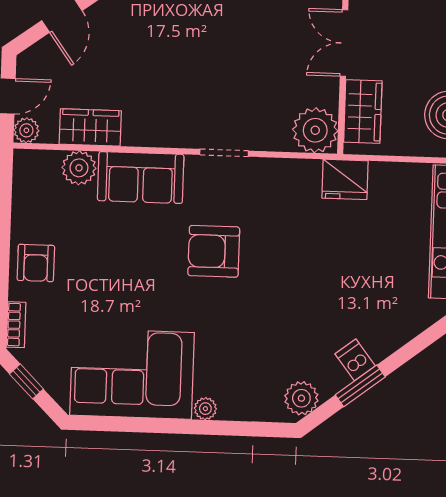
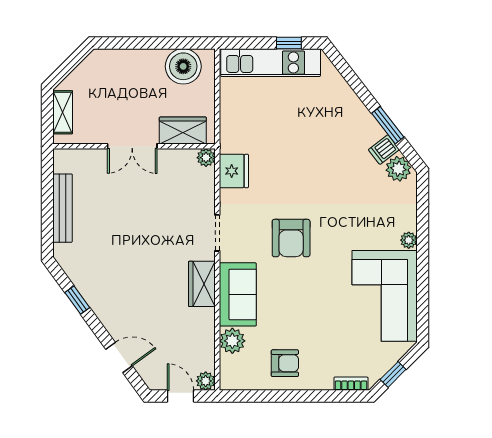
wardrobe: (90, 127) -> (202, 284), moved
plant: (315, 130) -> (206, 158), width x0.53, depth x0.53
fridge: (345, 179) -> (234, 171), moved
armchair: (36, 263) -> (285, 363), moved
dishwasher: (355, 360) -> (384, 150), moved

